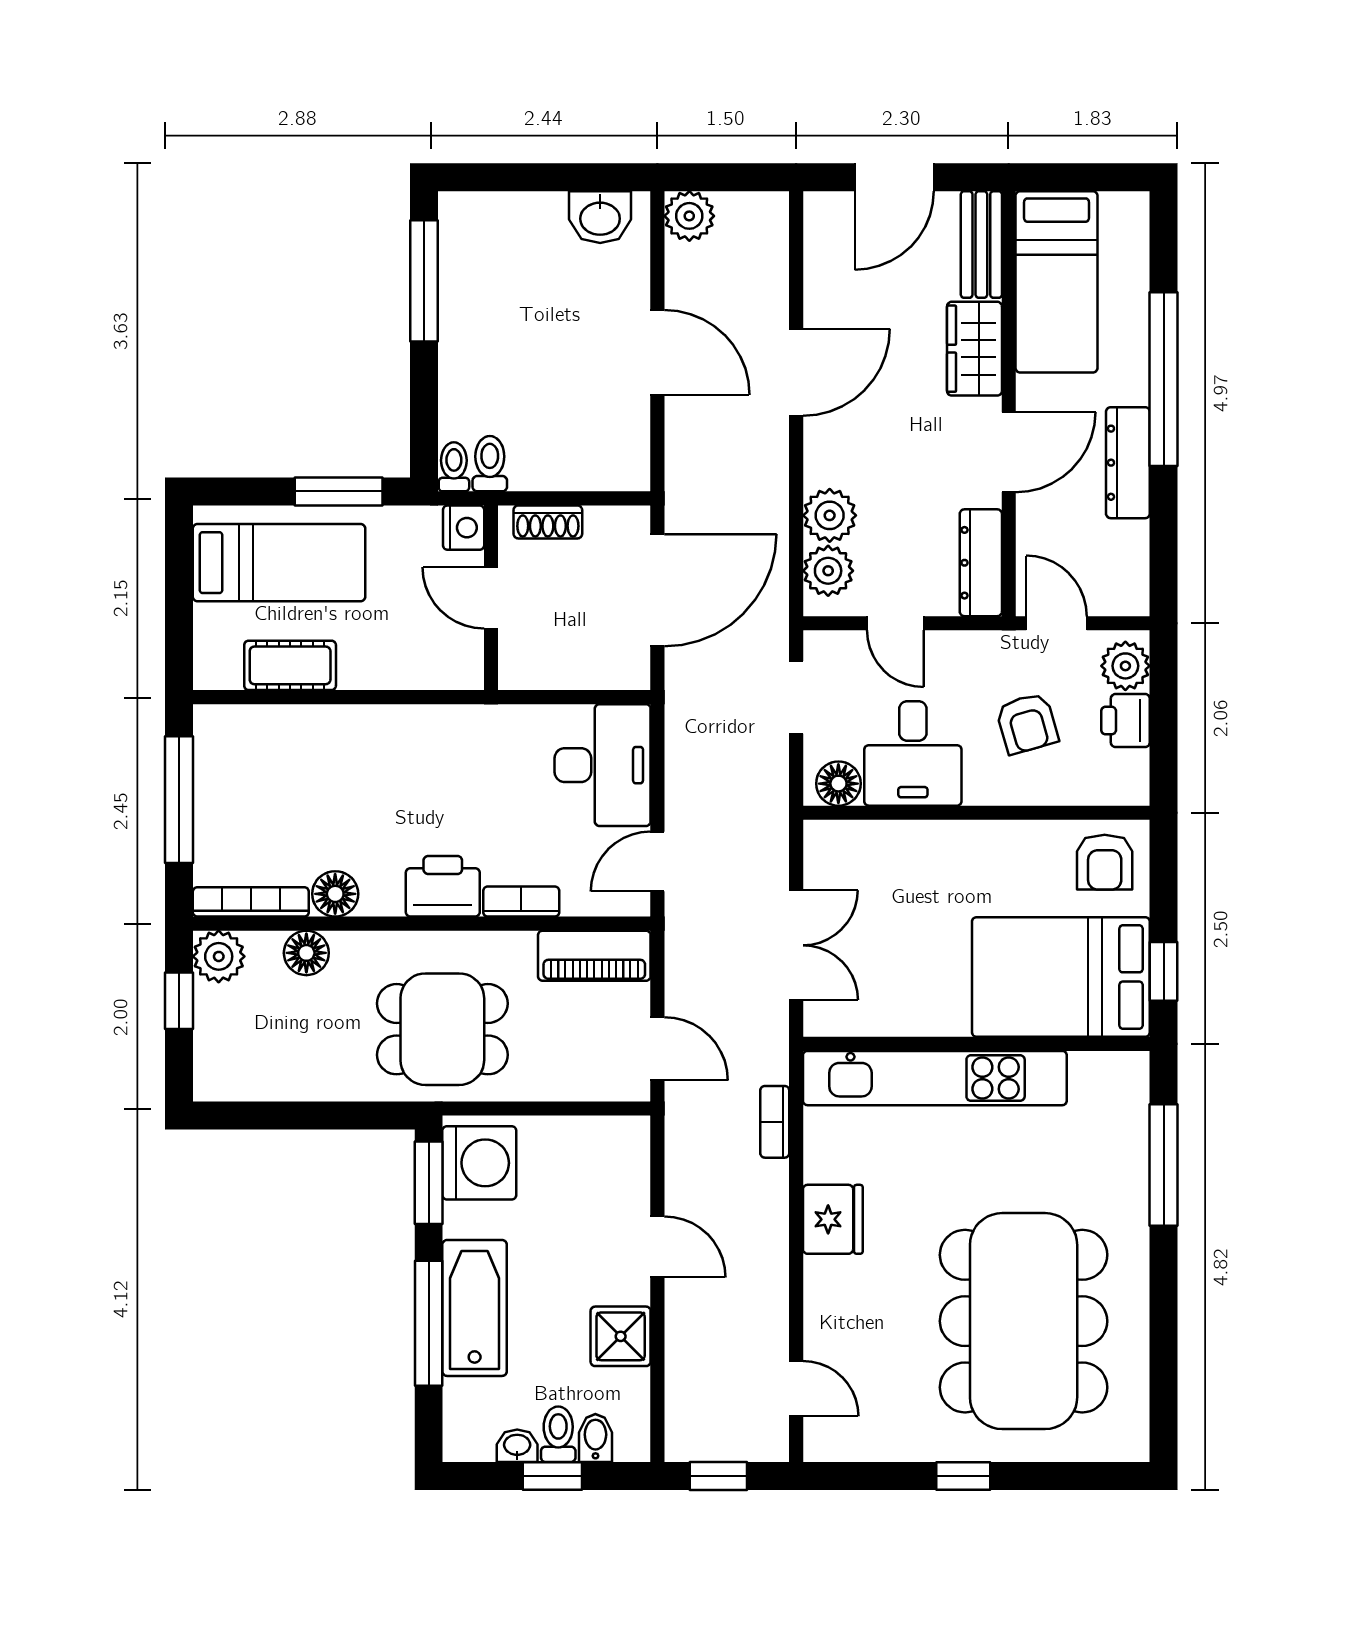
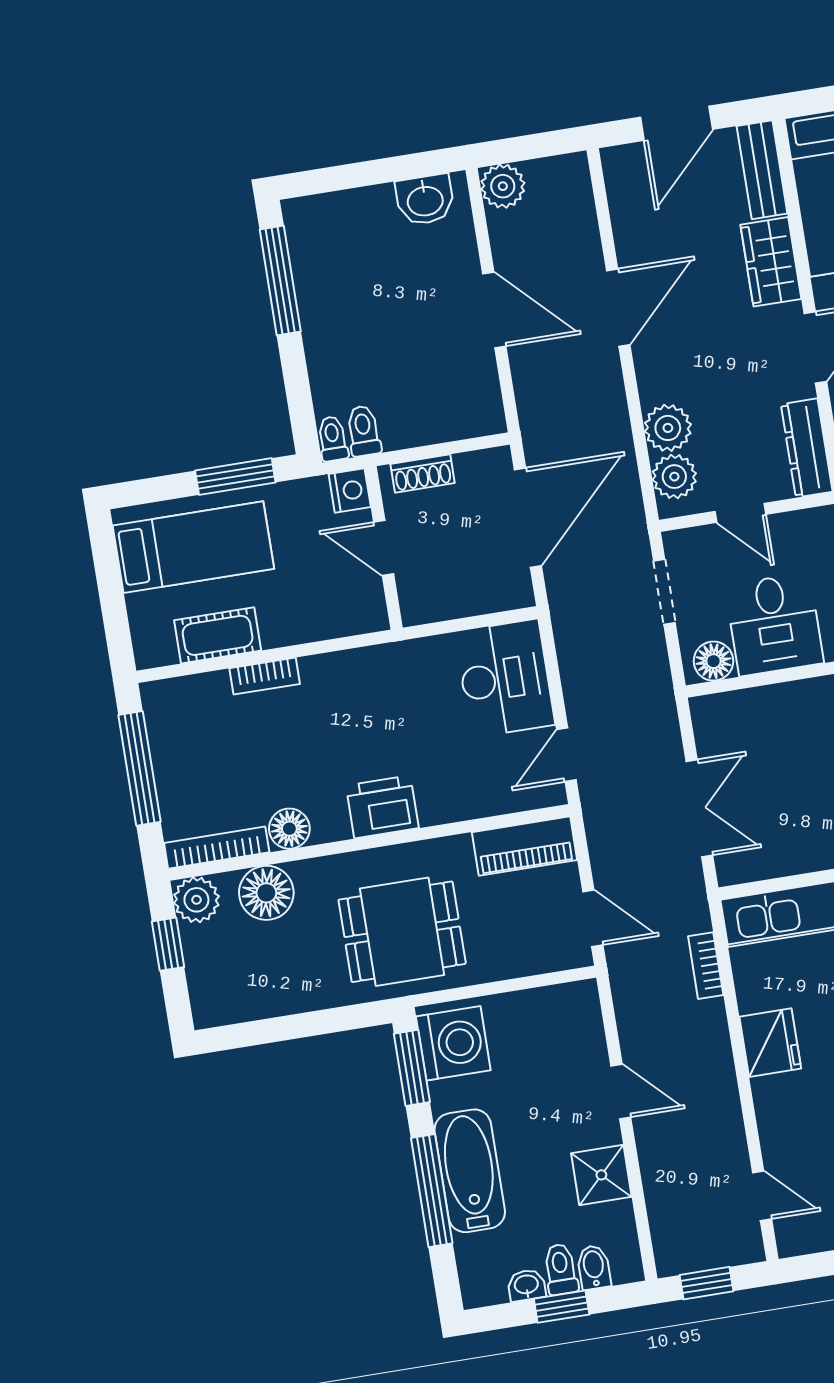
bookcase: (521, 902) -> (265, 676), moved, turned 180
floor lamp: (306, 953) -> (266, 893), width x1.38, depth x1.38

